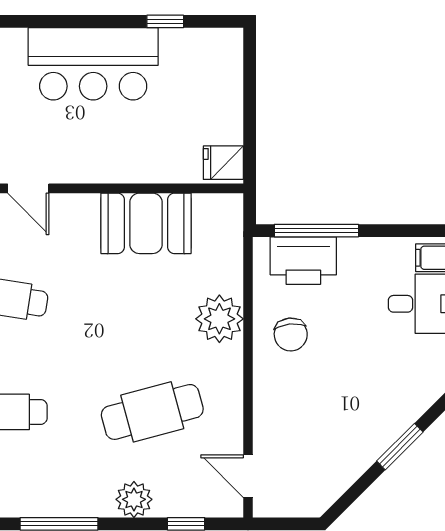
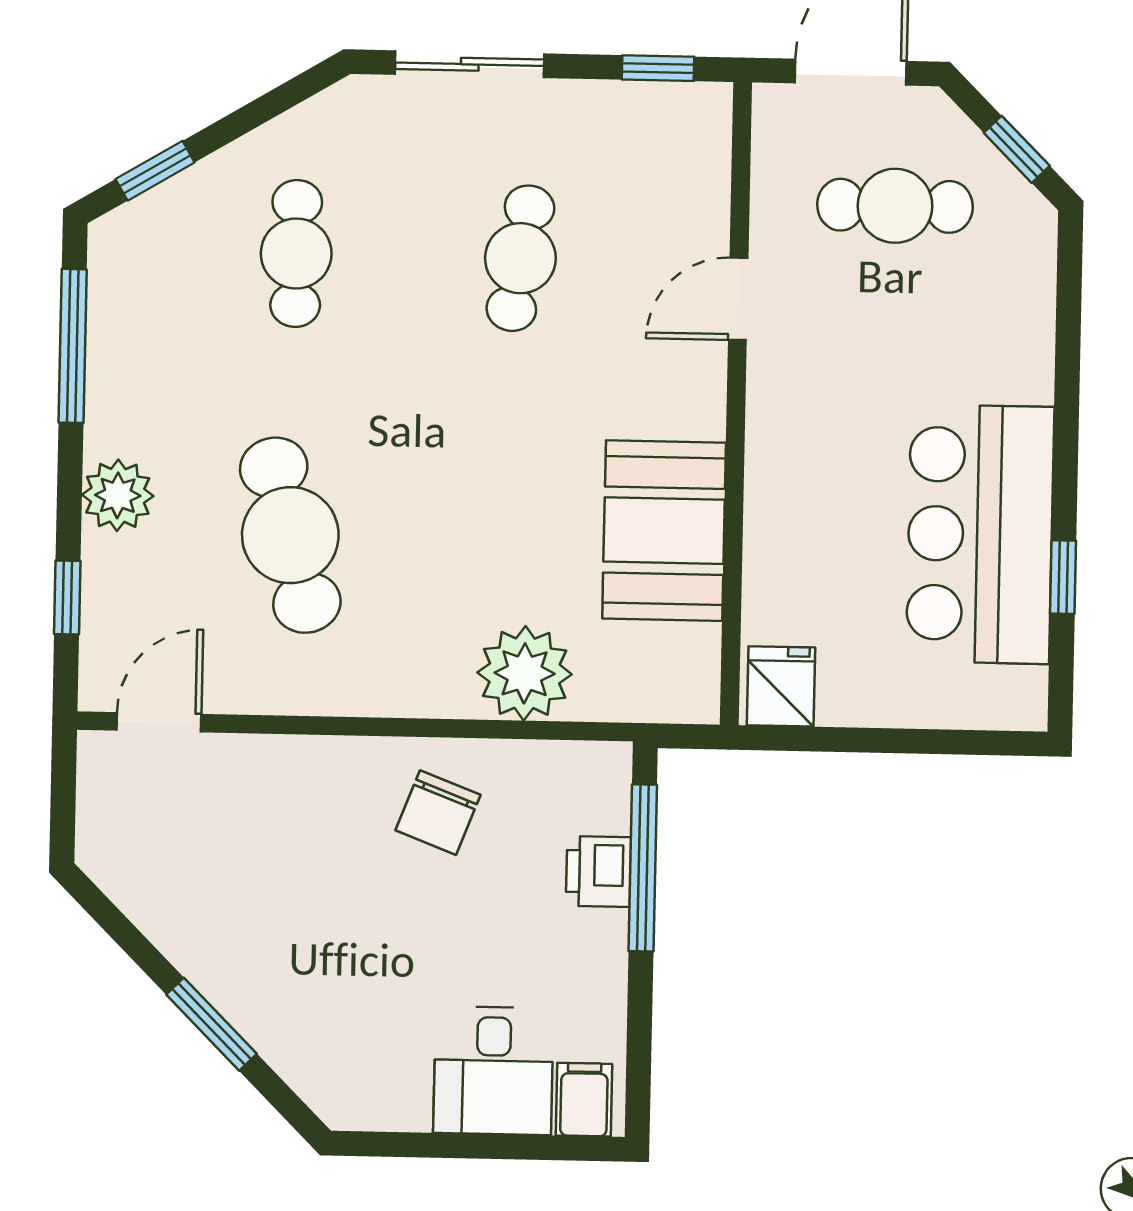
bar counter: (93, 64) -> (980, 534), moved
printer: (303, 261) -> (598, 871), width x0.53, depth x0.68
plant: (219, 319) -> (525, 673), moved
chair: (291, 334) -> (438, 813), turned -63

